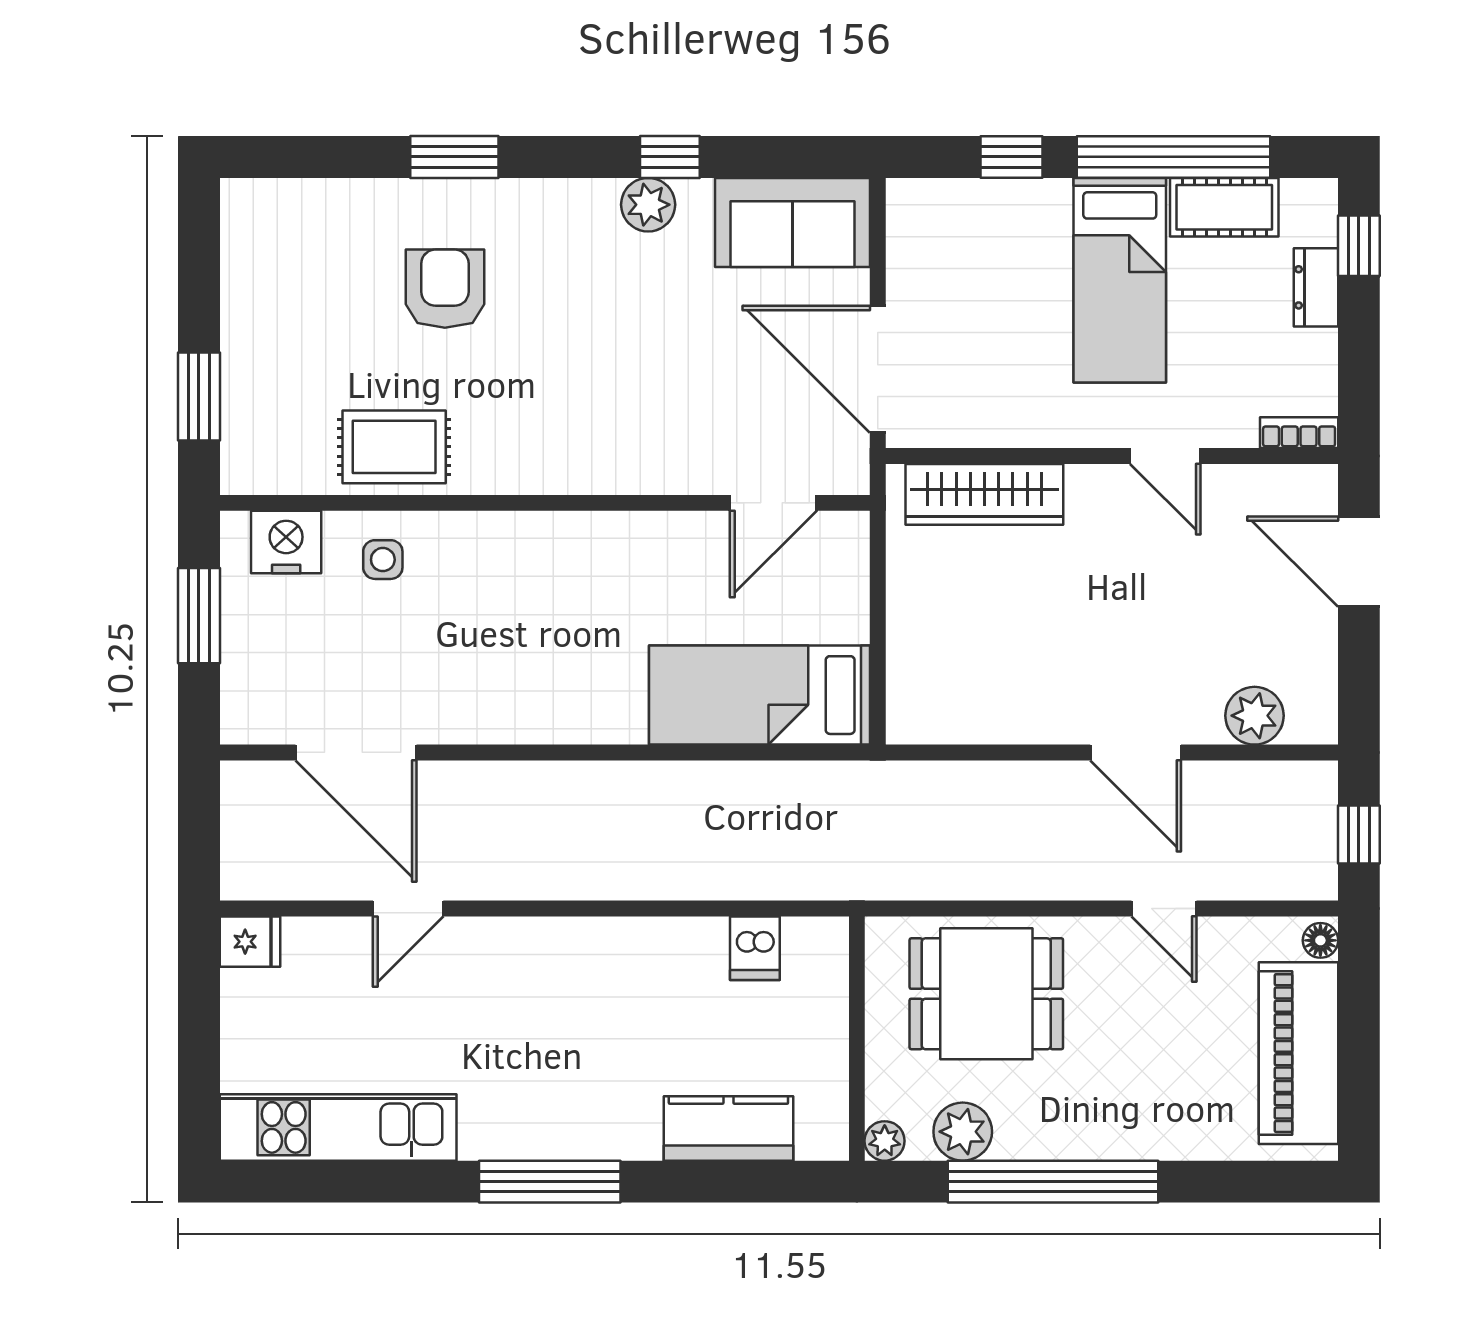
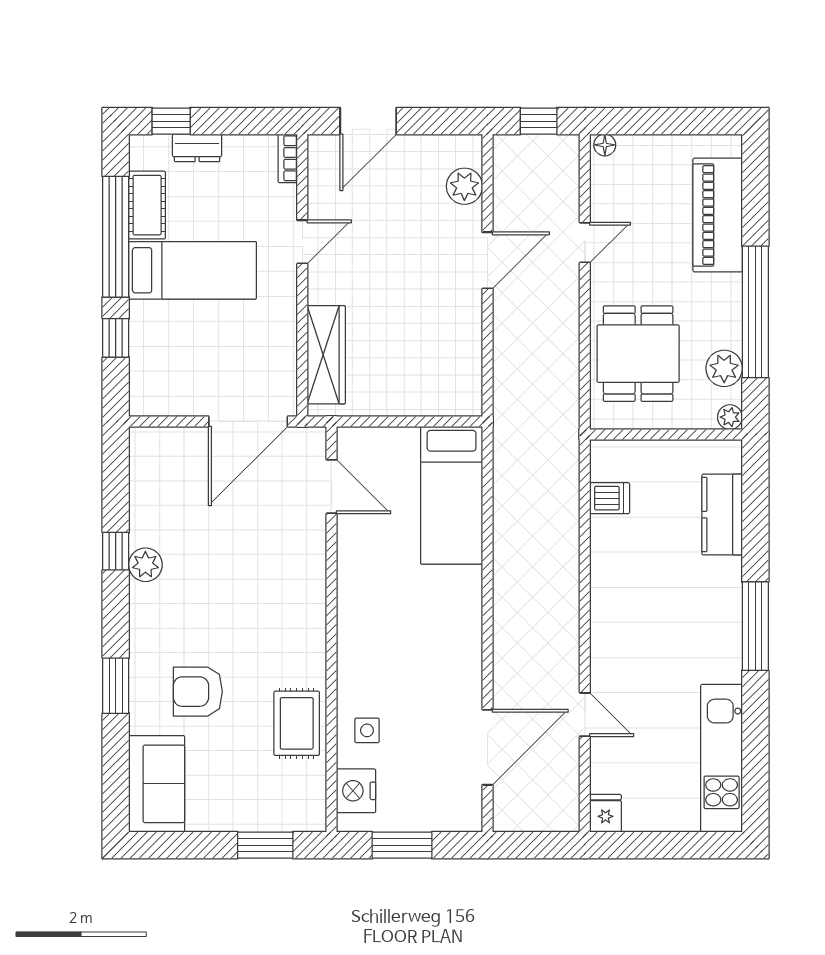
sofa: (793, 223) -> (157, 784), moved
piano: (1298, 1053) -> (718, 215), moved, turned 90

